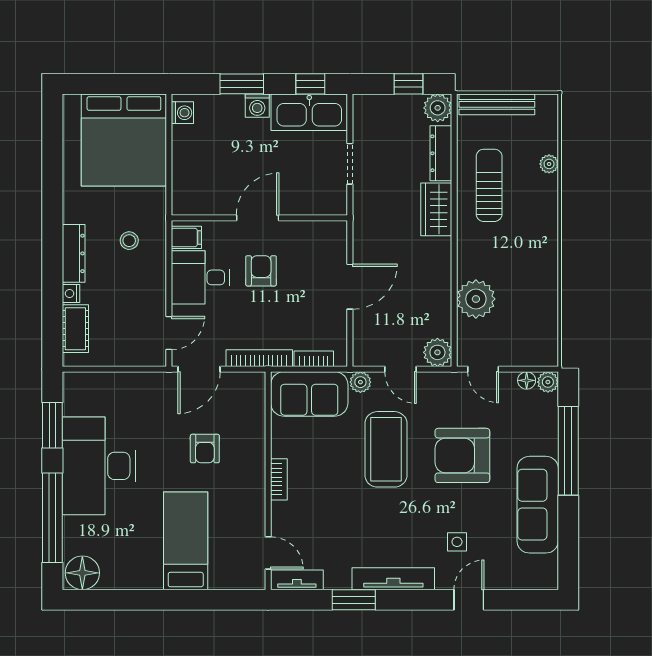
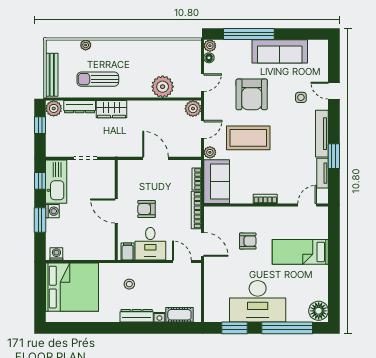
tv unit: (297, 580) -> (322, 173), moved

